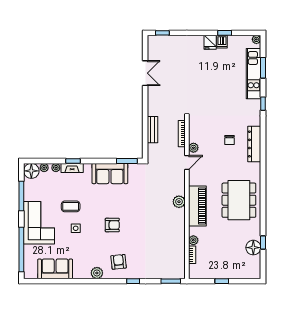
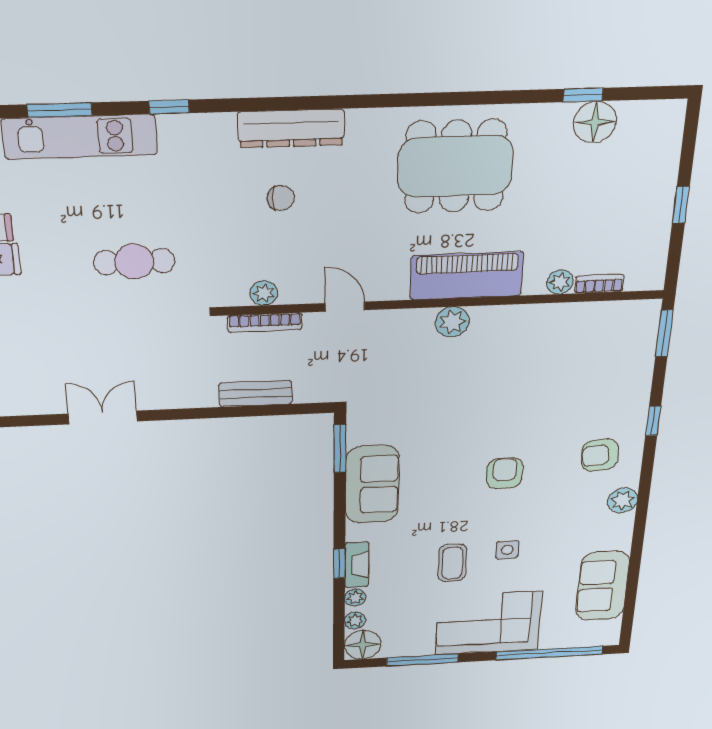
cafe table: (208, 89) -> (134, 262), added
plant: (193, 148) -> (264, 293), moved

